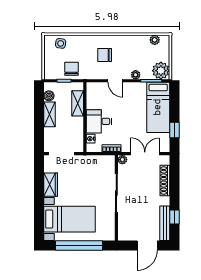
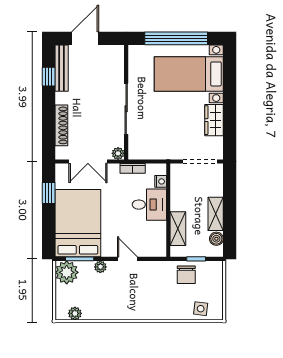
chair: (105, 55) -> (142, 293), removed
bed: (158, 107) -> (78, 223), width x1.50

